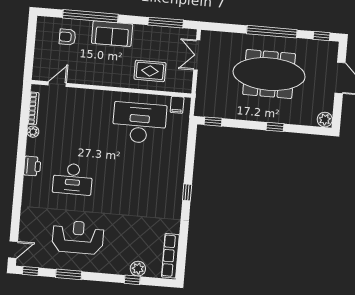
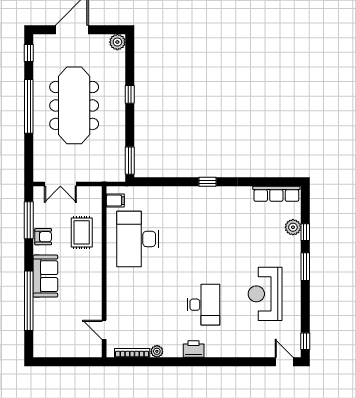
armchair: (68, 37) -> (43, 237), moved, turned -90
window: (213, 122) -> (130, 161), width x1.50
window: (69, 274) -> (305, 267), moved

